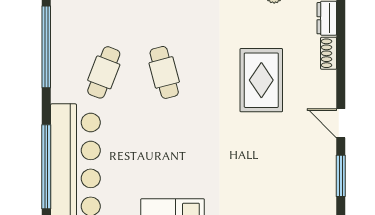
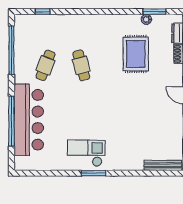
rug: (261, 80) -> (136, 54), moved

